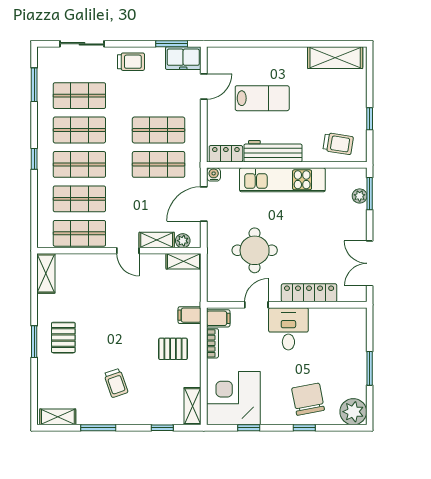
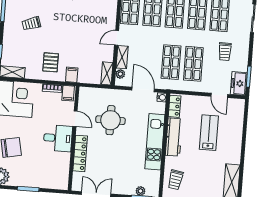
trolley: (131, 62) -> (225, 52), moved
lab bench: (262, 98) -> (209, 133), turned 180

